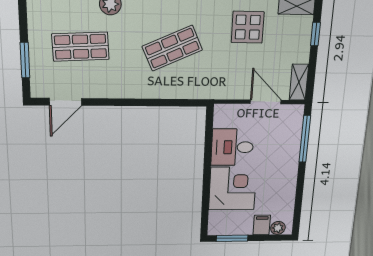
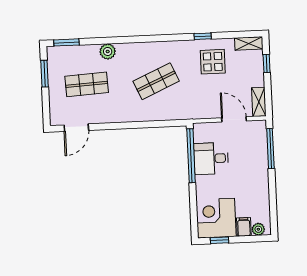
window: (25, 60) -> (44, 74), moved
window: (208, 143) -> (191, 156), added
corner desk: (233, 188) -> (216, 218), moved, turned -90
window: (232, 238) -> (220, 240), width x0.67

